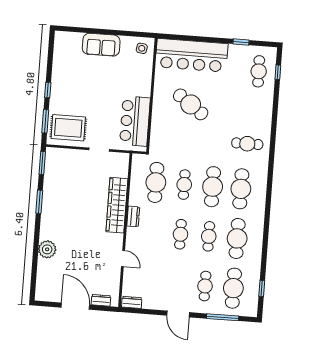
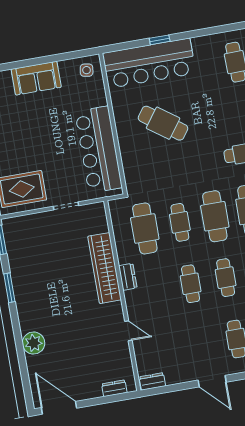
window: (241, 42) -> (160, 40), moved
bar counter: (135, 121) -> (99, 150), width x1.36
door: (75, 306) -> (59, 408), moved

